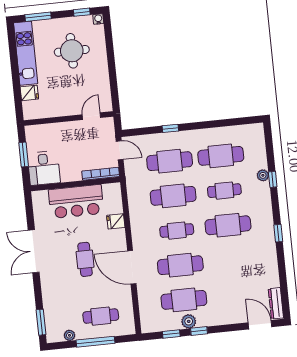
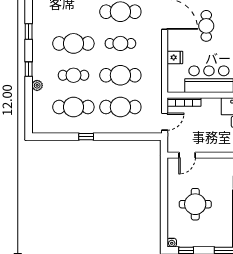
round table: (72, 51) -> (195, 204), moved
window: (170, 128) -> (86, 137), moved
door: (120, 150) -> (165, 122), swing flipped
window: (273, 179) -> (29, 69), moved

